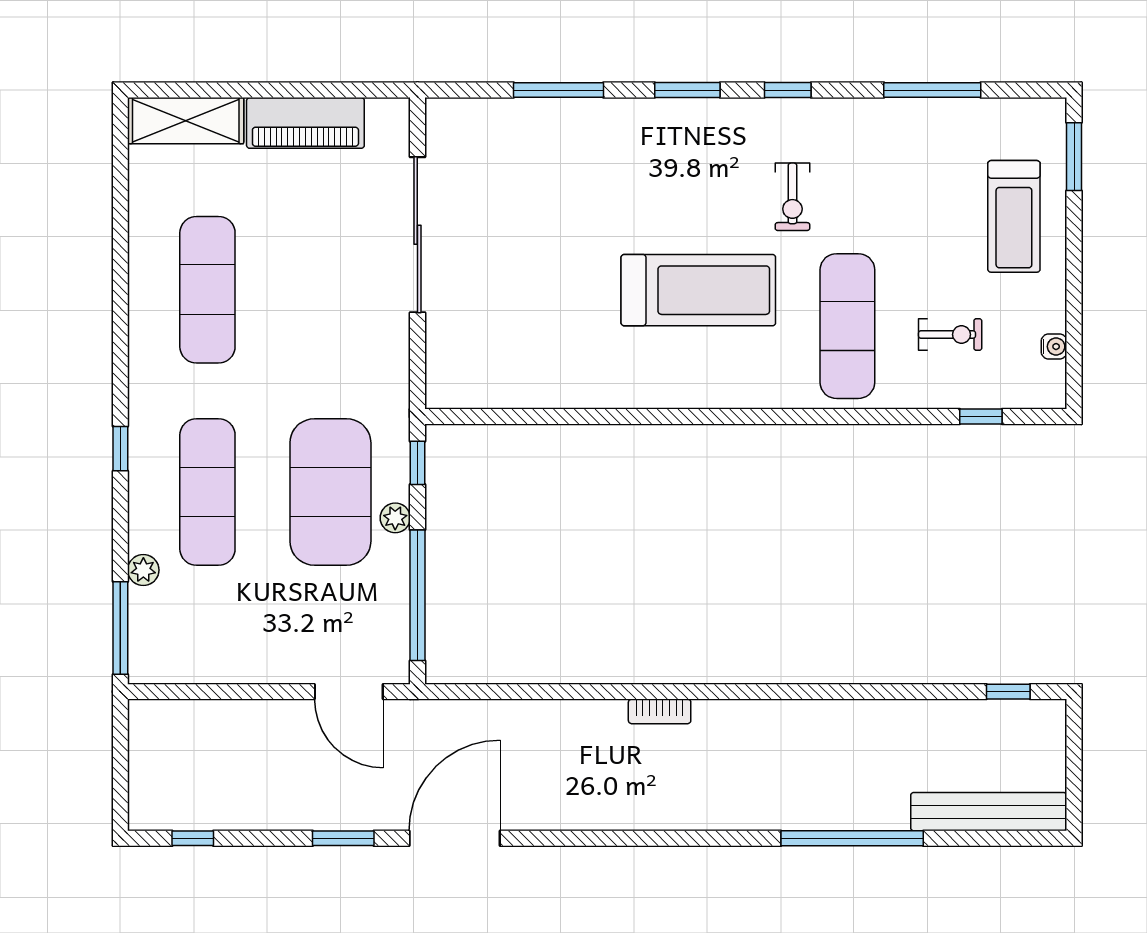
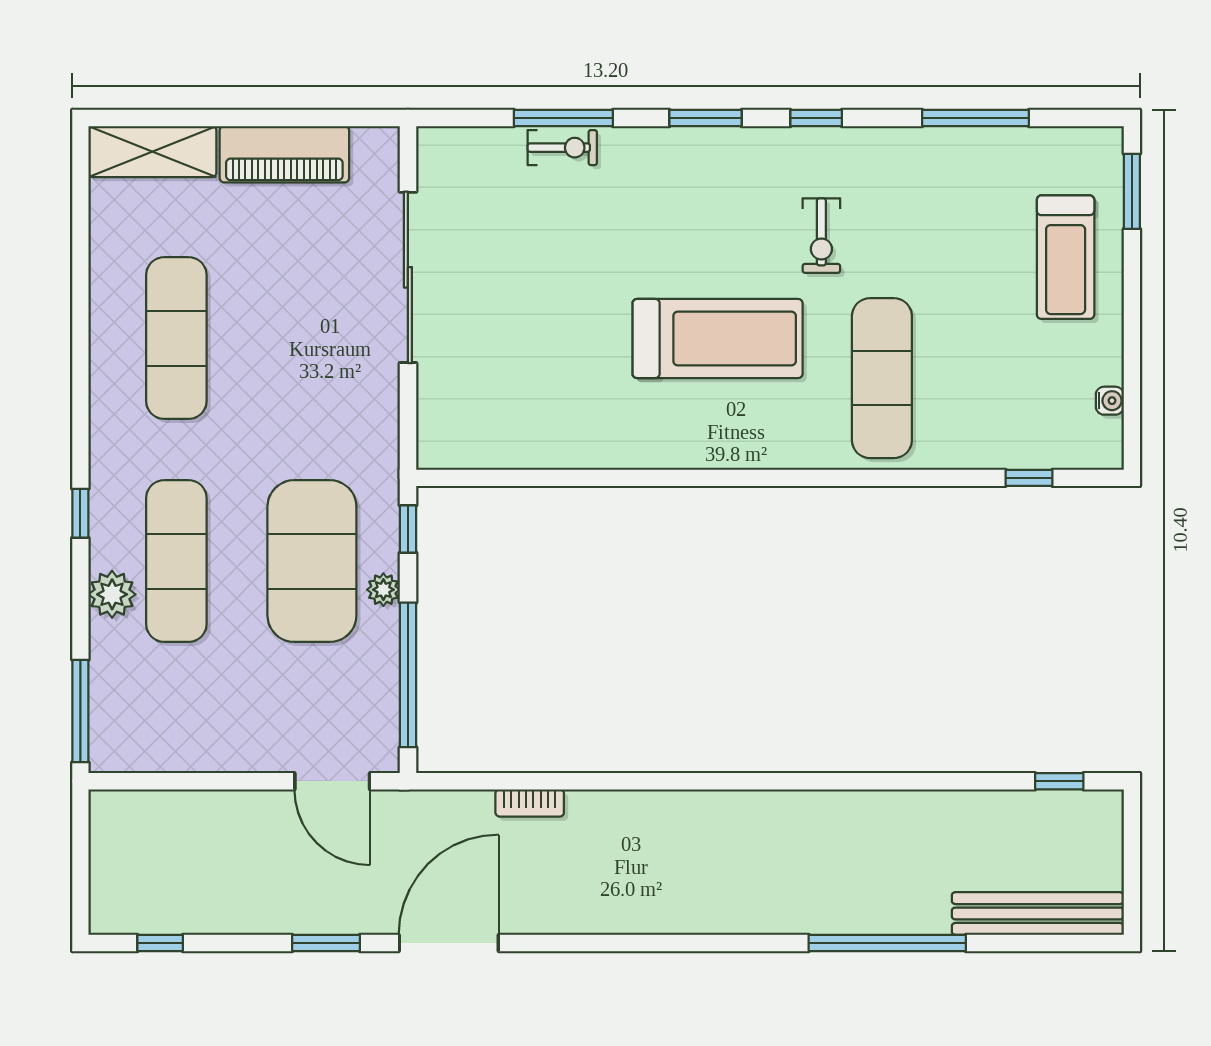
exercise bike: (950, 335) -> (562, 148), moved
plant: (143, 570) -> (112, 594), moved, width x1.38, depth x1.38
bookcase: (660, 711) -> (530, 803), moved

